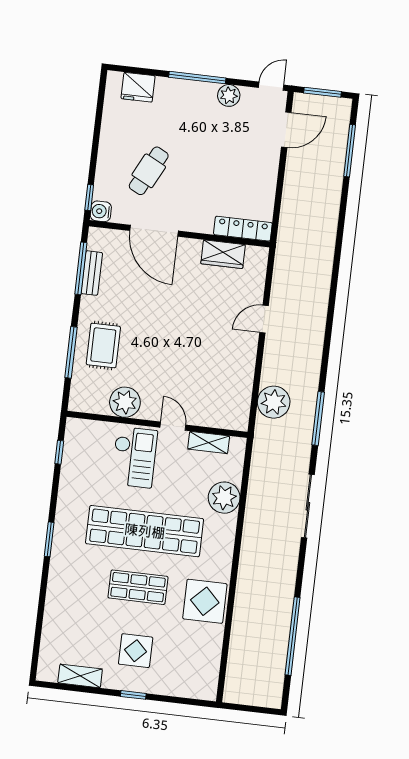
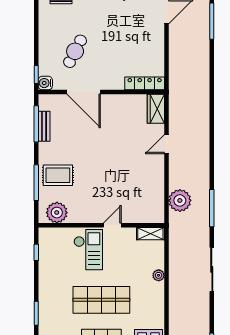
wardrobe: (223, 254) -> (156, 109), moved, turned 90
rug: (103, 345) -> (58, 175), turned 90
plant: (125, 402) -> (57, 213), moved
door: (173, 426) -> (112, 225), hinge flipped
shelving: (209, 443) -> (150, 234), moved
plant: (224, 498) -> (159, 275), width x0.53, depth x0.53
shop shelf: (145, 531) -> (101, 300), width x0.71

